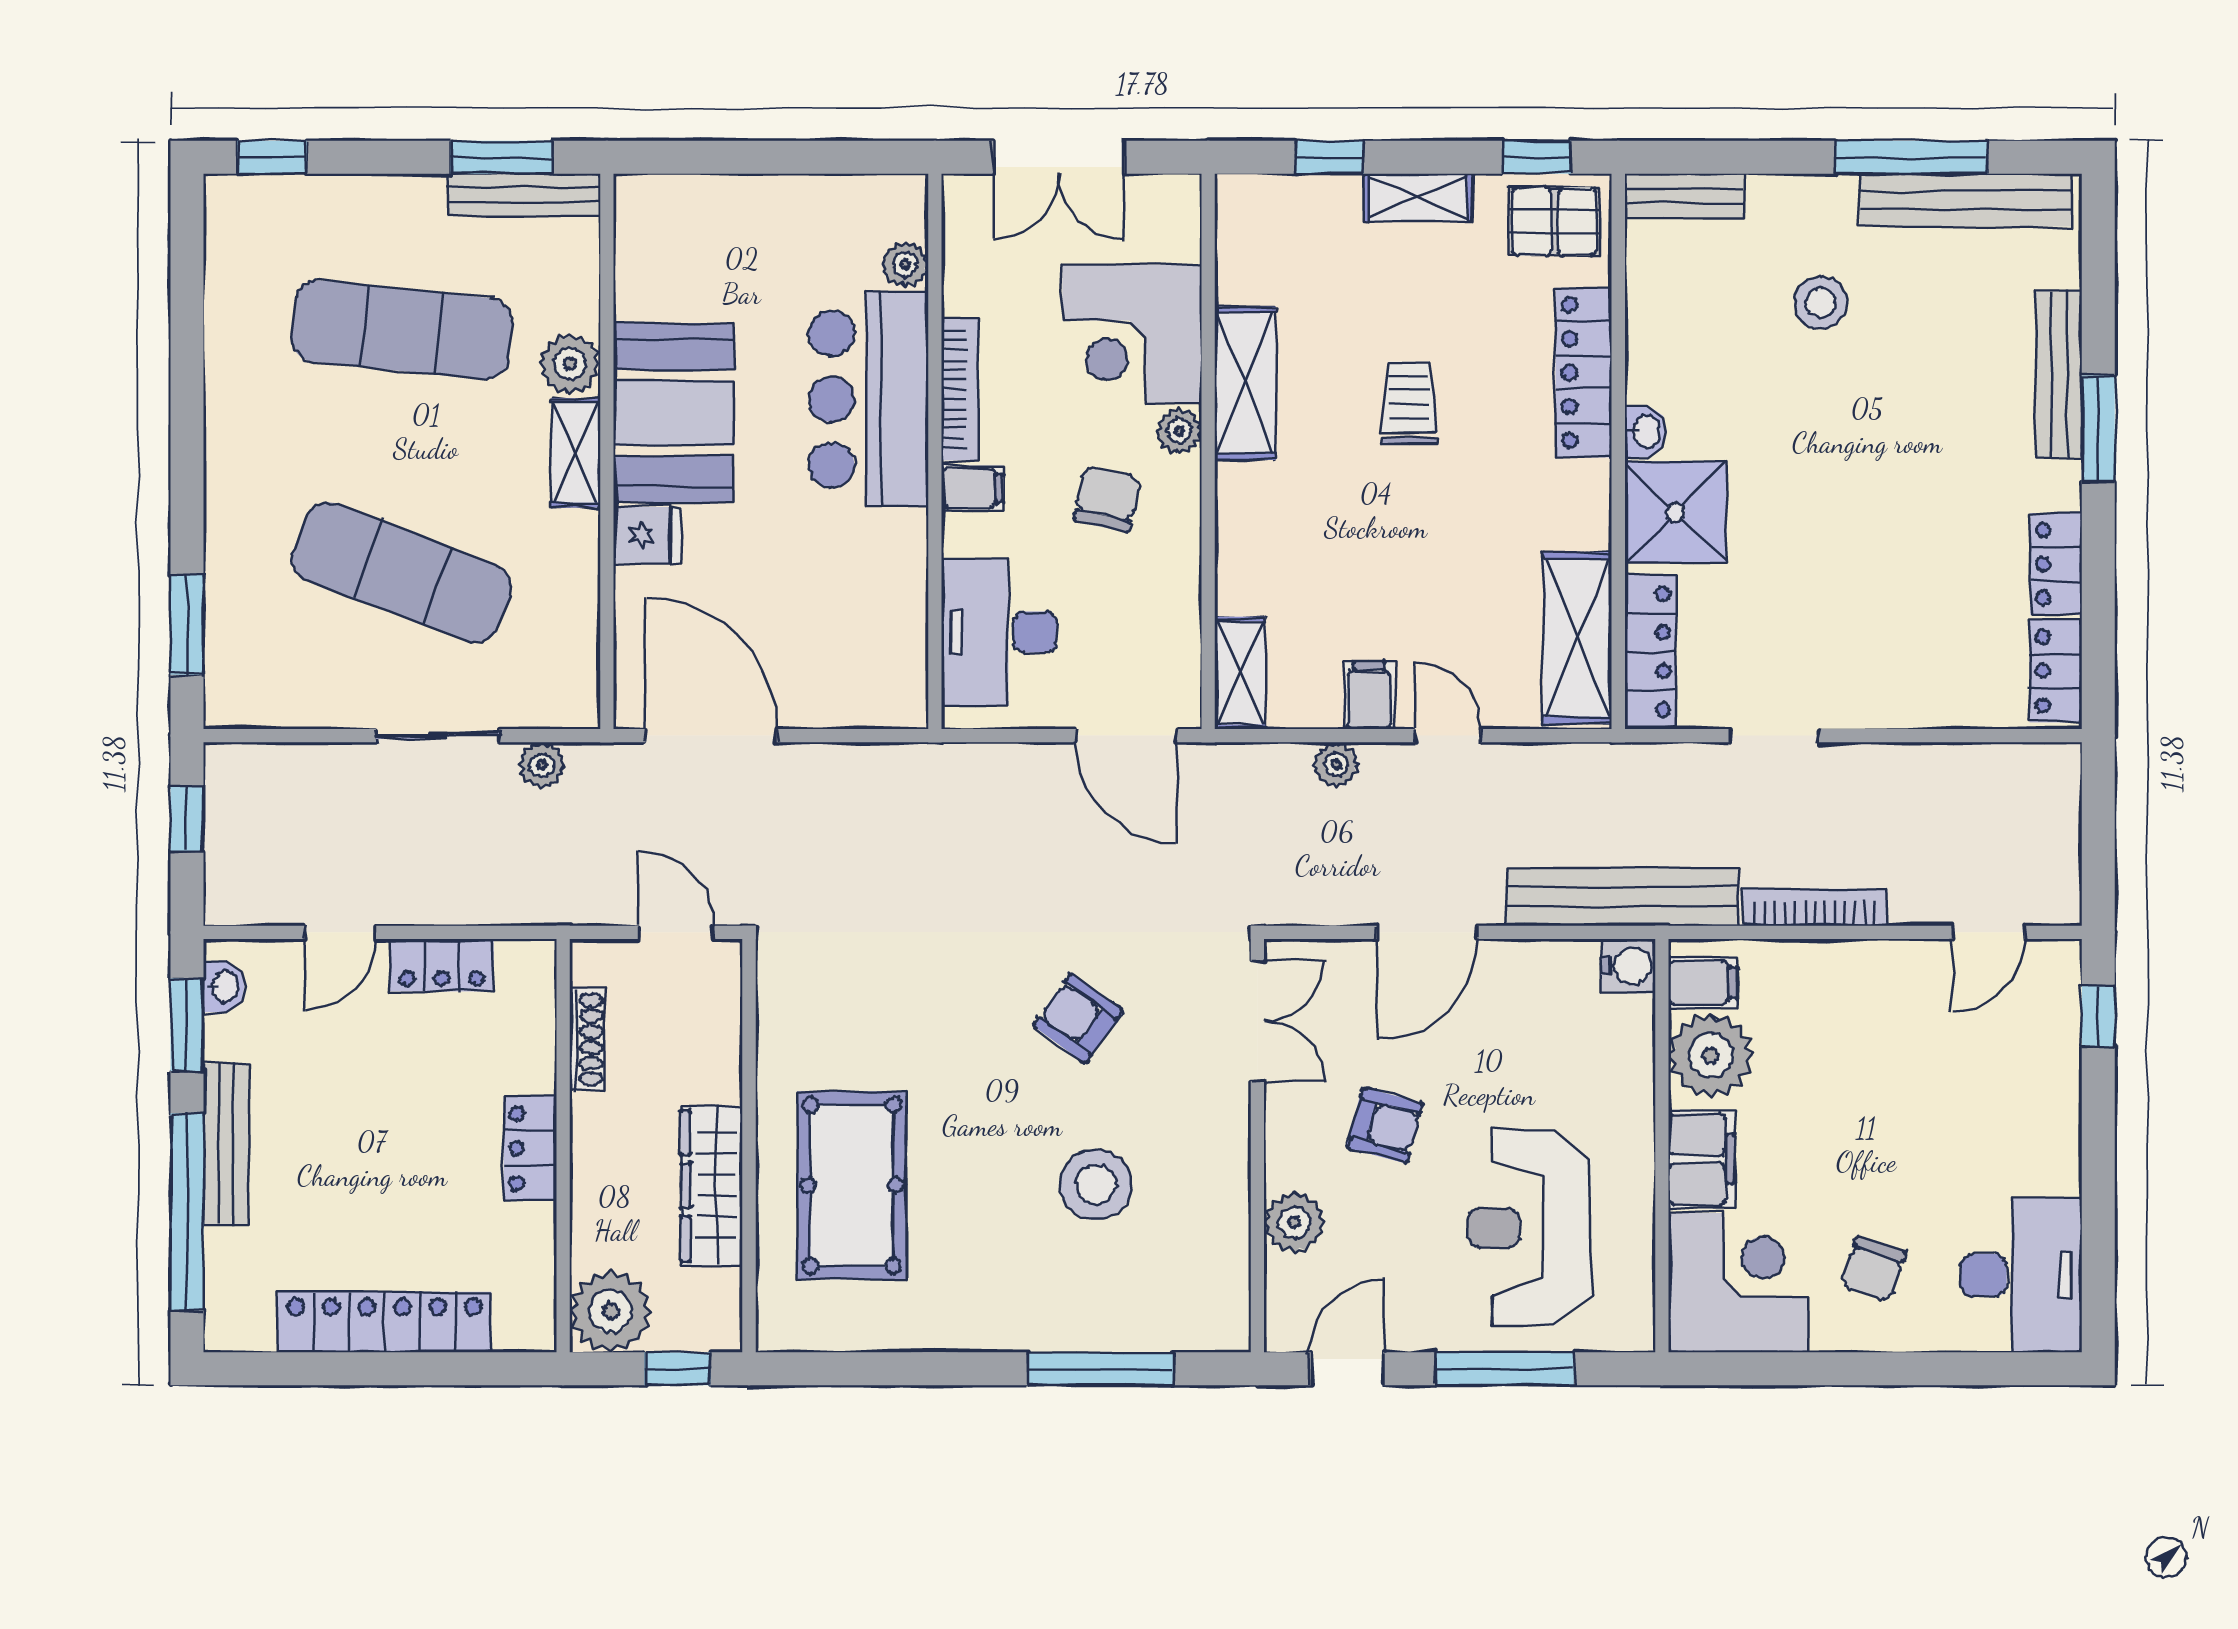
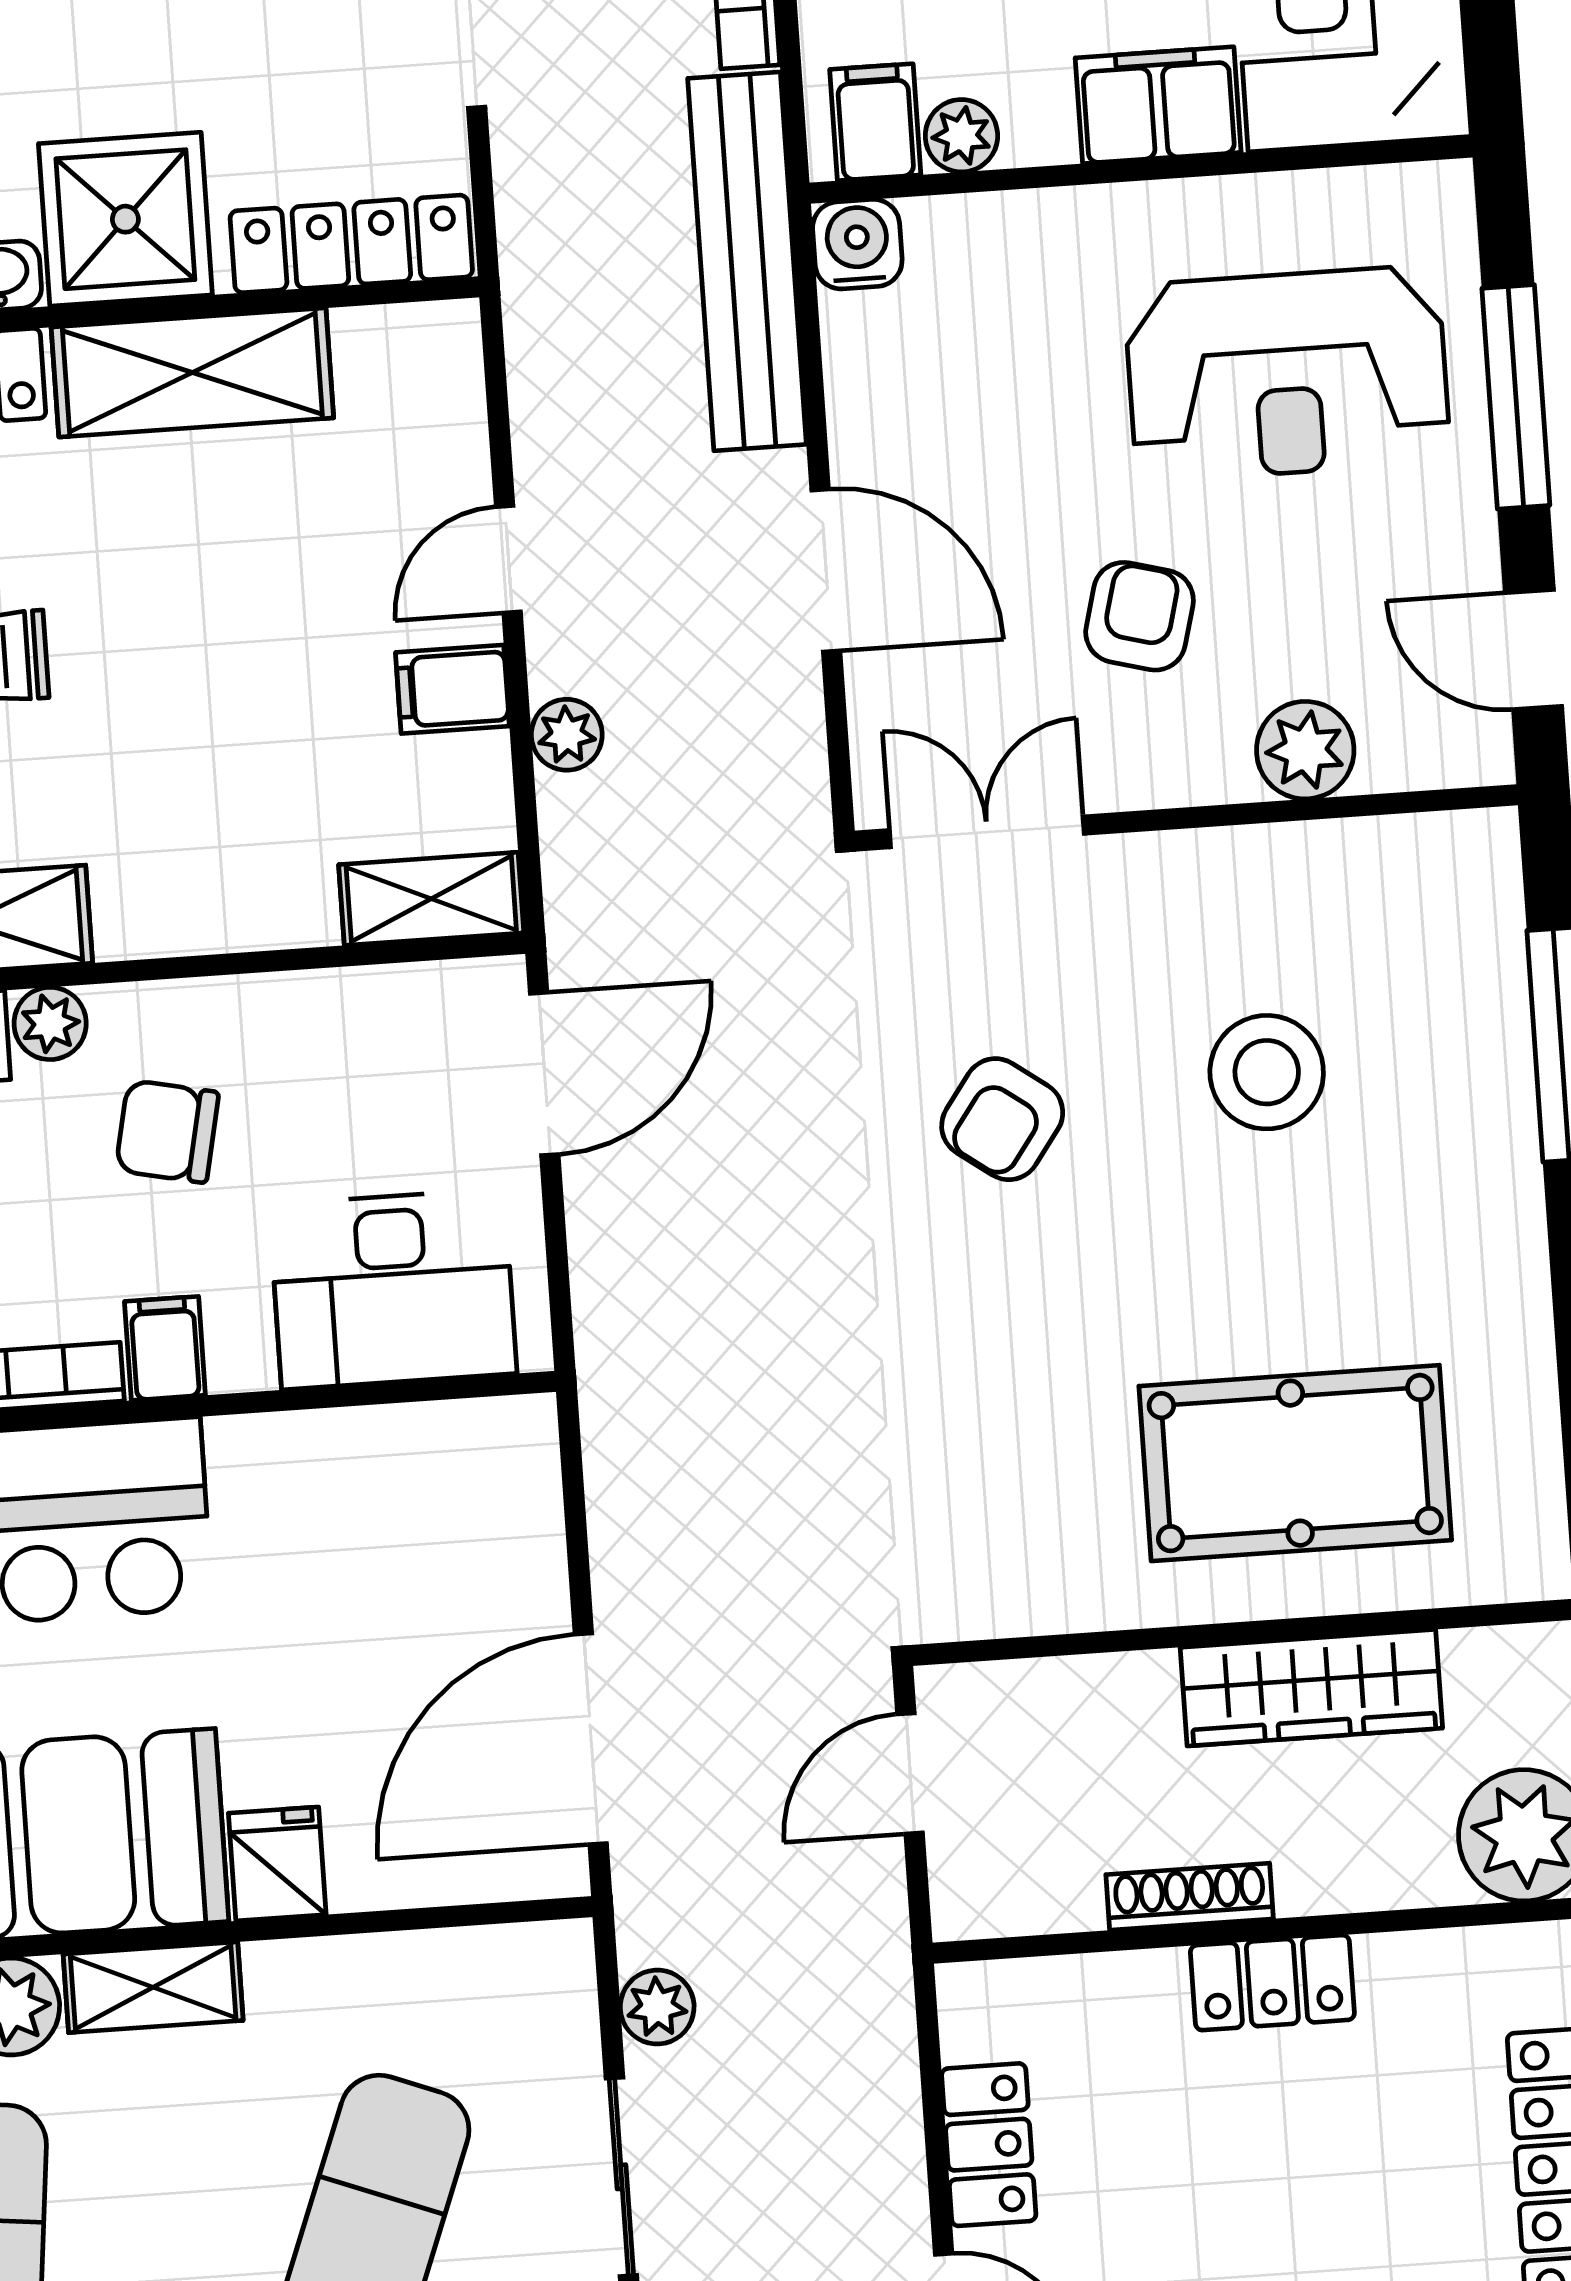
shelving: (1577, 638) -> (192, 373), moved
shoe rack: (587, 1040) -> (1190, 1897), moved
plant: (1711, 1055) -> (961, 136), width x0.53, depth x0.53

